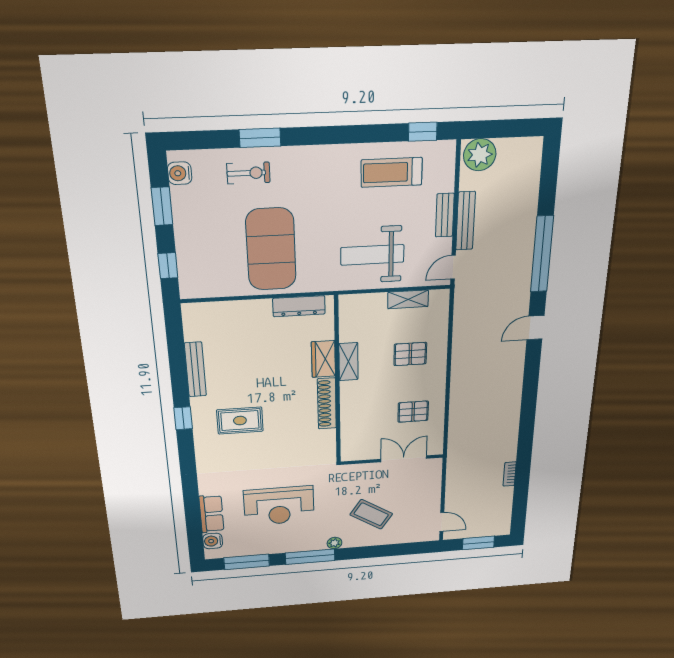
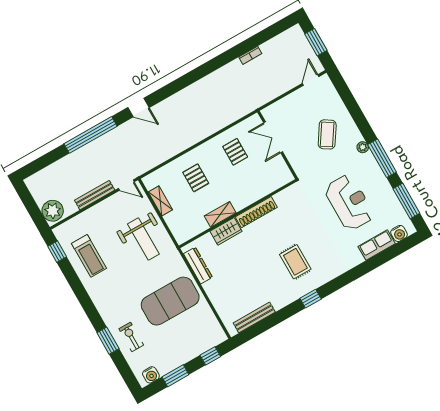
bench: (445, 215) -> (98, 210), removed
bench: (195, 370) -> (254, 317), moved

